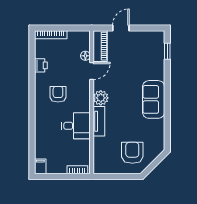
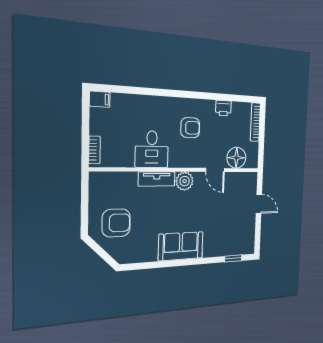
piano: (100, 46) -> (241, 180), removed
floor lamp: (85, 56) -> (236, 158), width x1.89, depth x1.89

